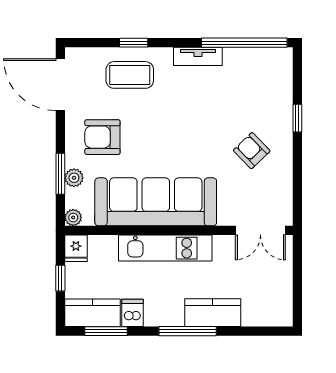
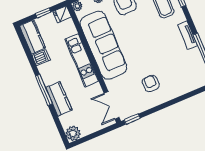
window: (297, 118) -> (132, 119), moved
armchair: (252, 151) -> (151, 83), turned -46
plant: (280, 313) -> (73, 133), added
window: (106, 331) -> (26, 48), removed

